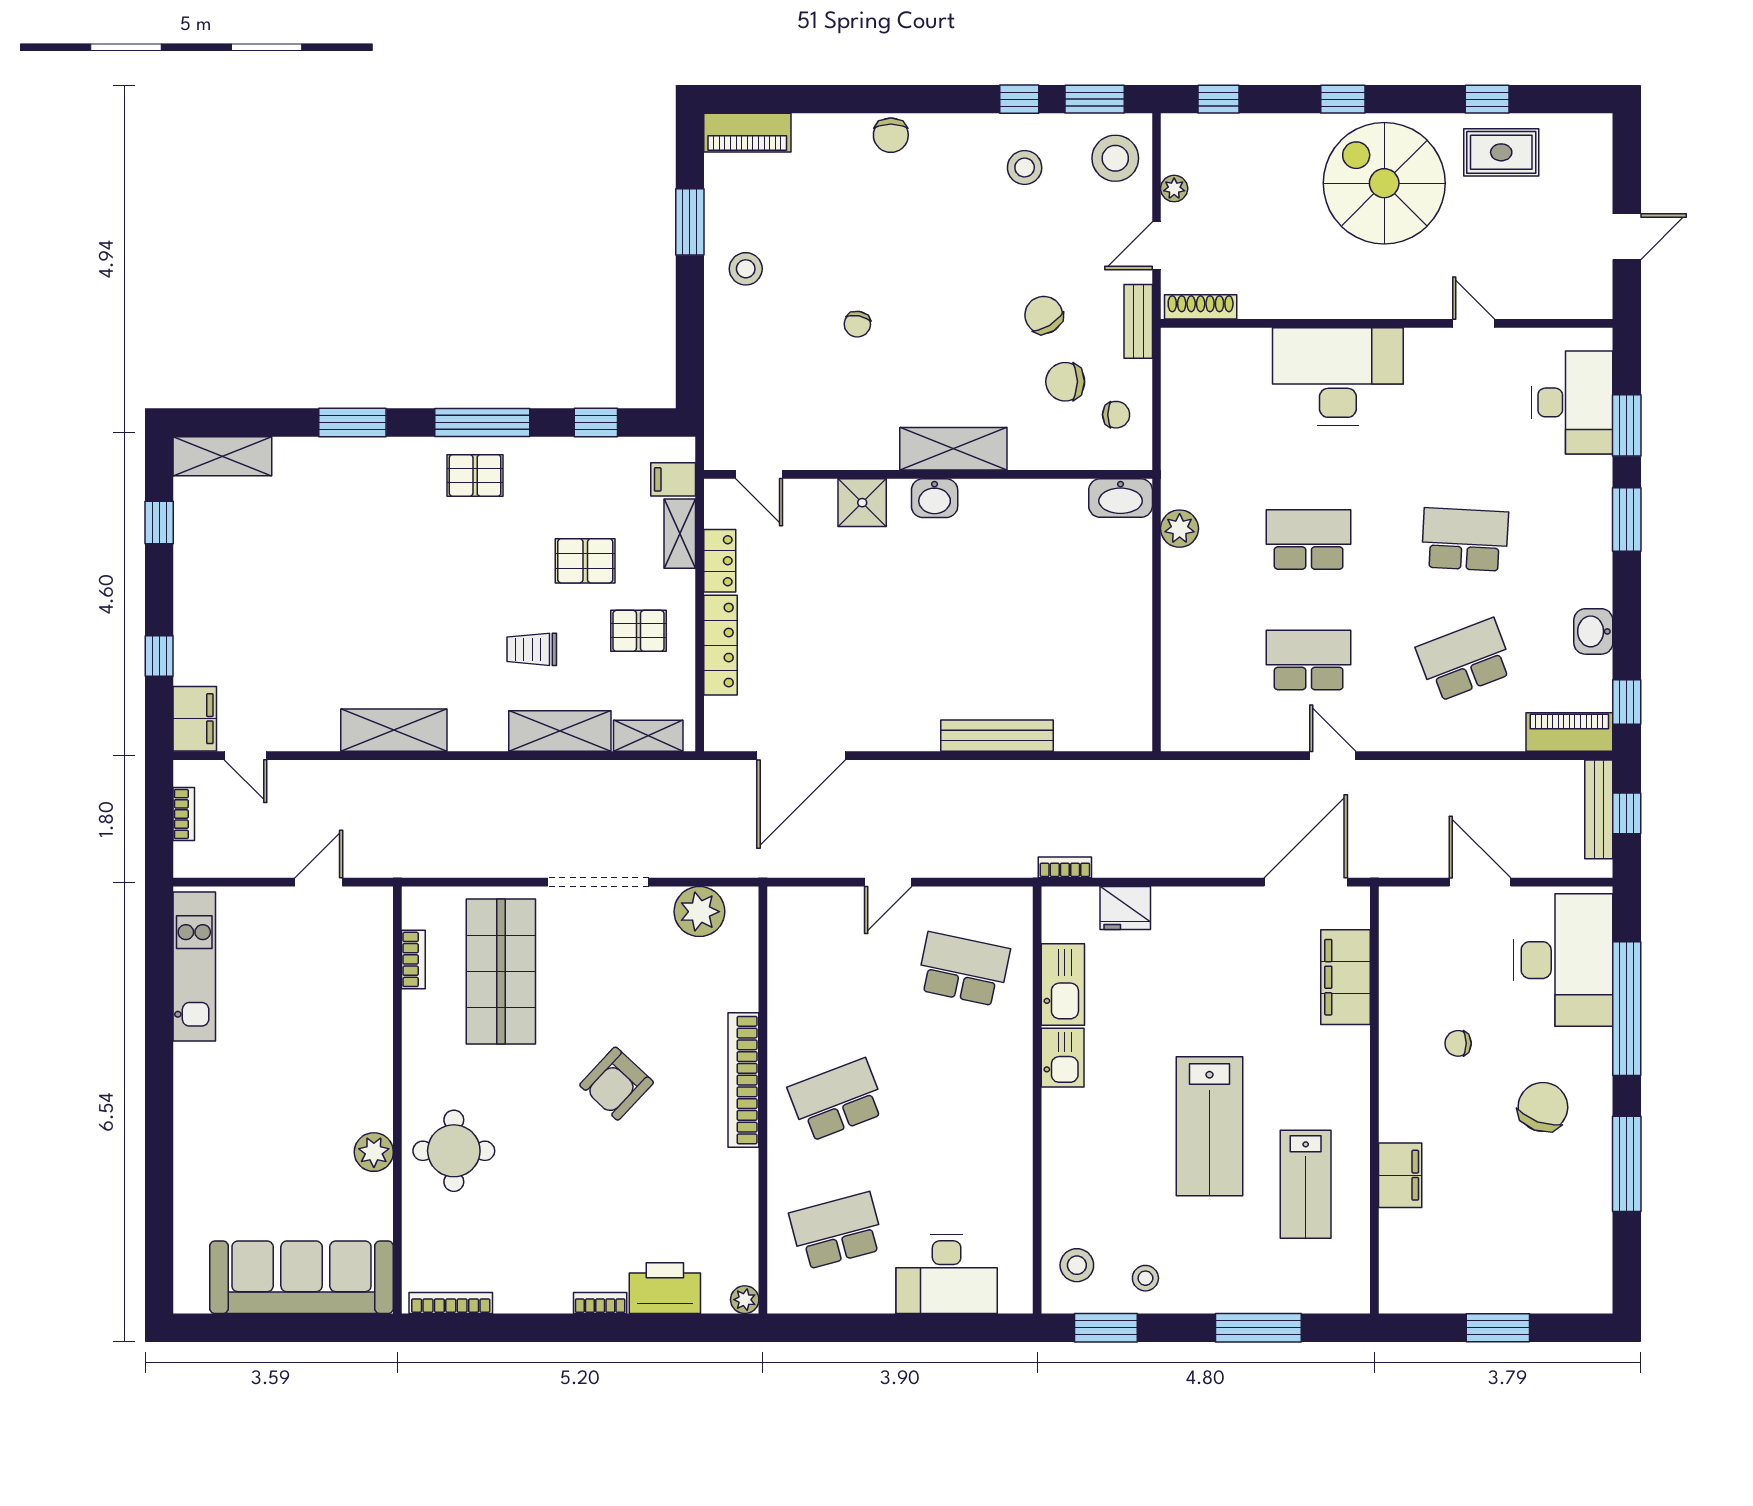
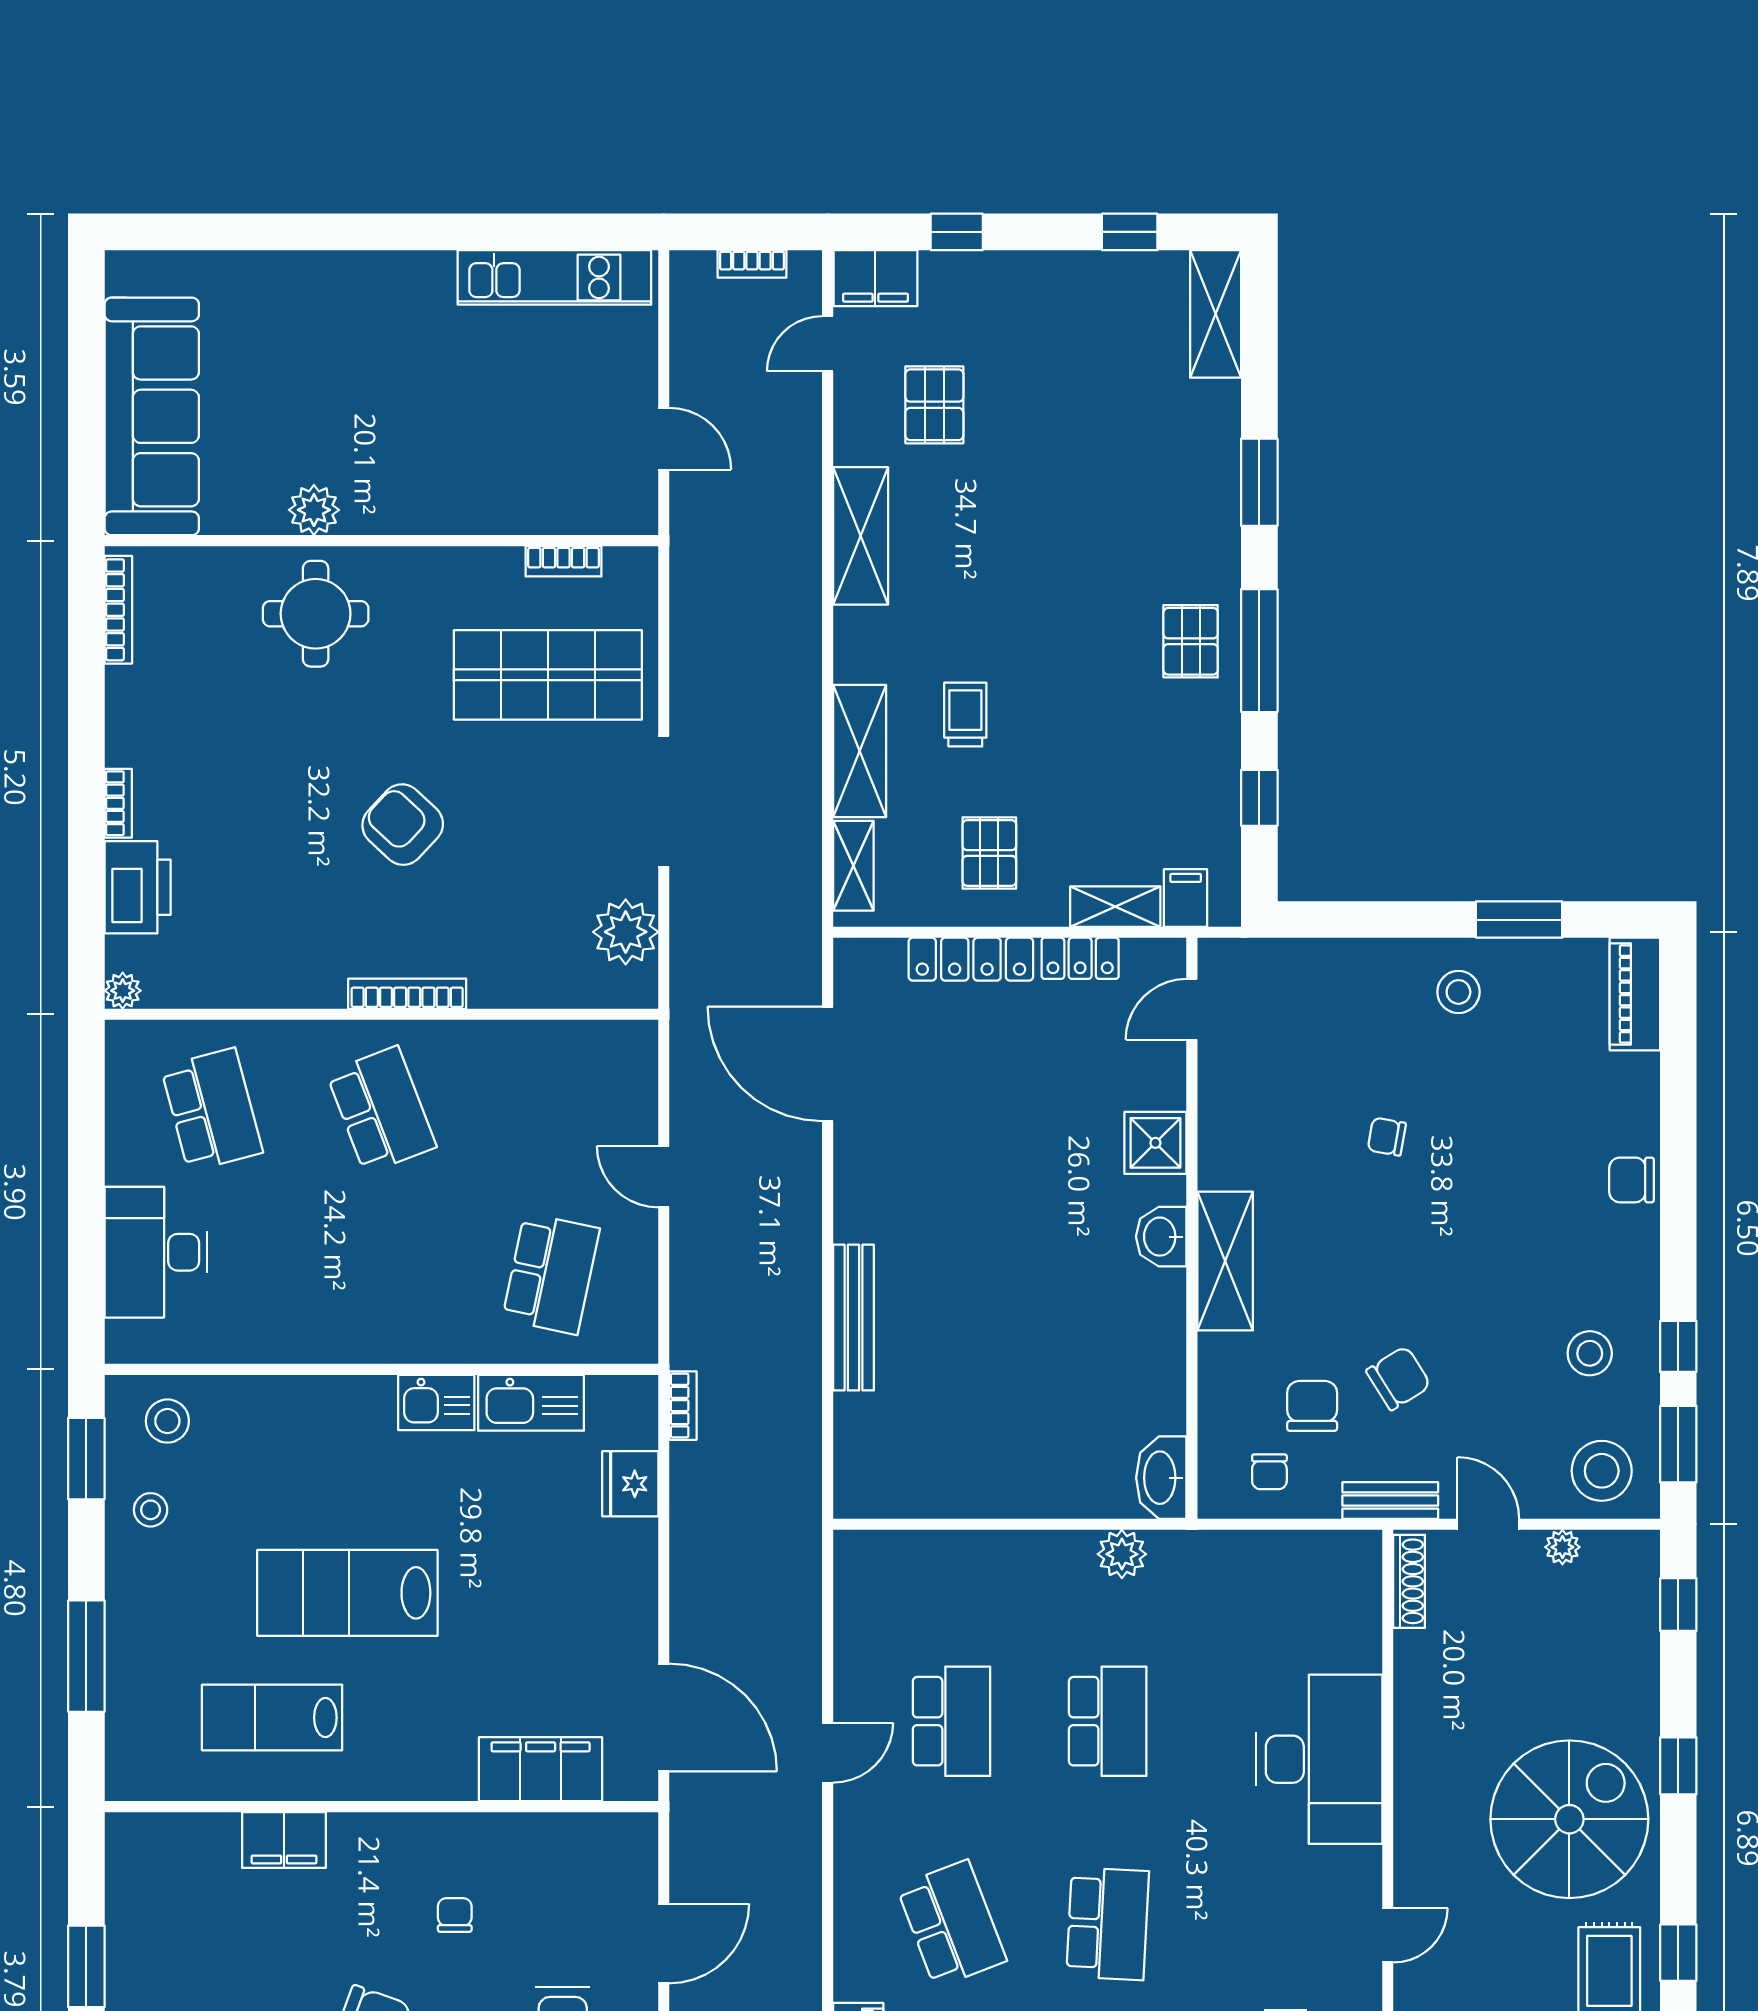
pallet: (585, 561) -> (934, 405), moved
bookcase: (743, 1080) -> (407, 994), width x0.68, depth x0.76

